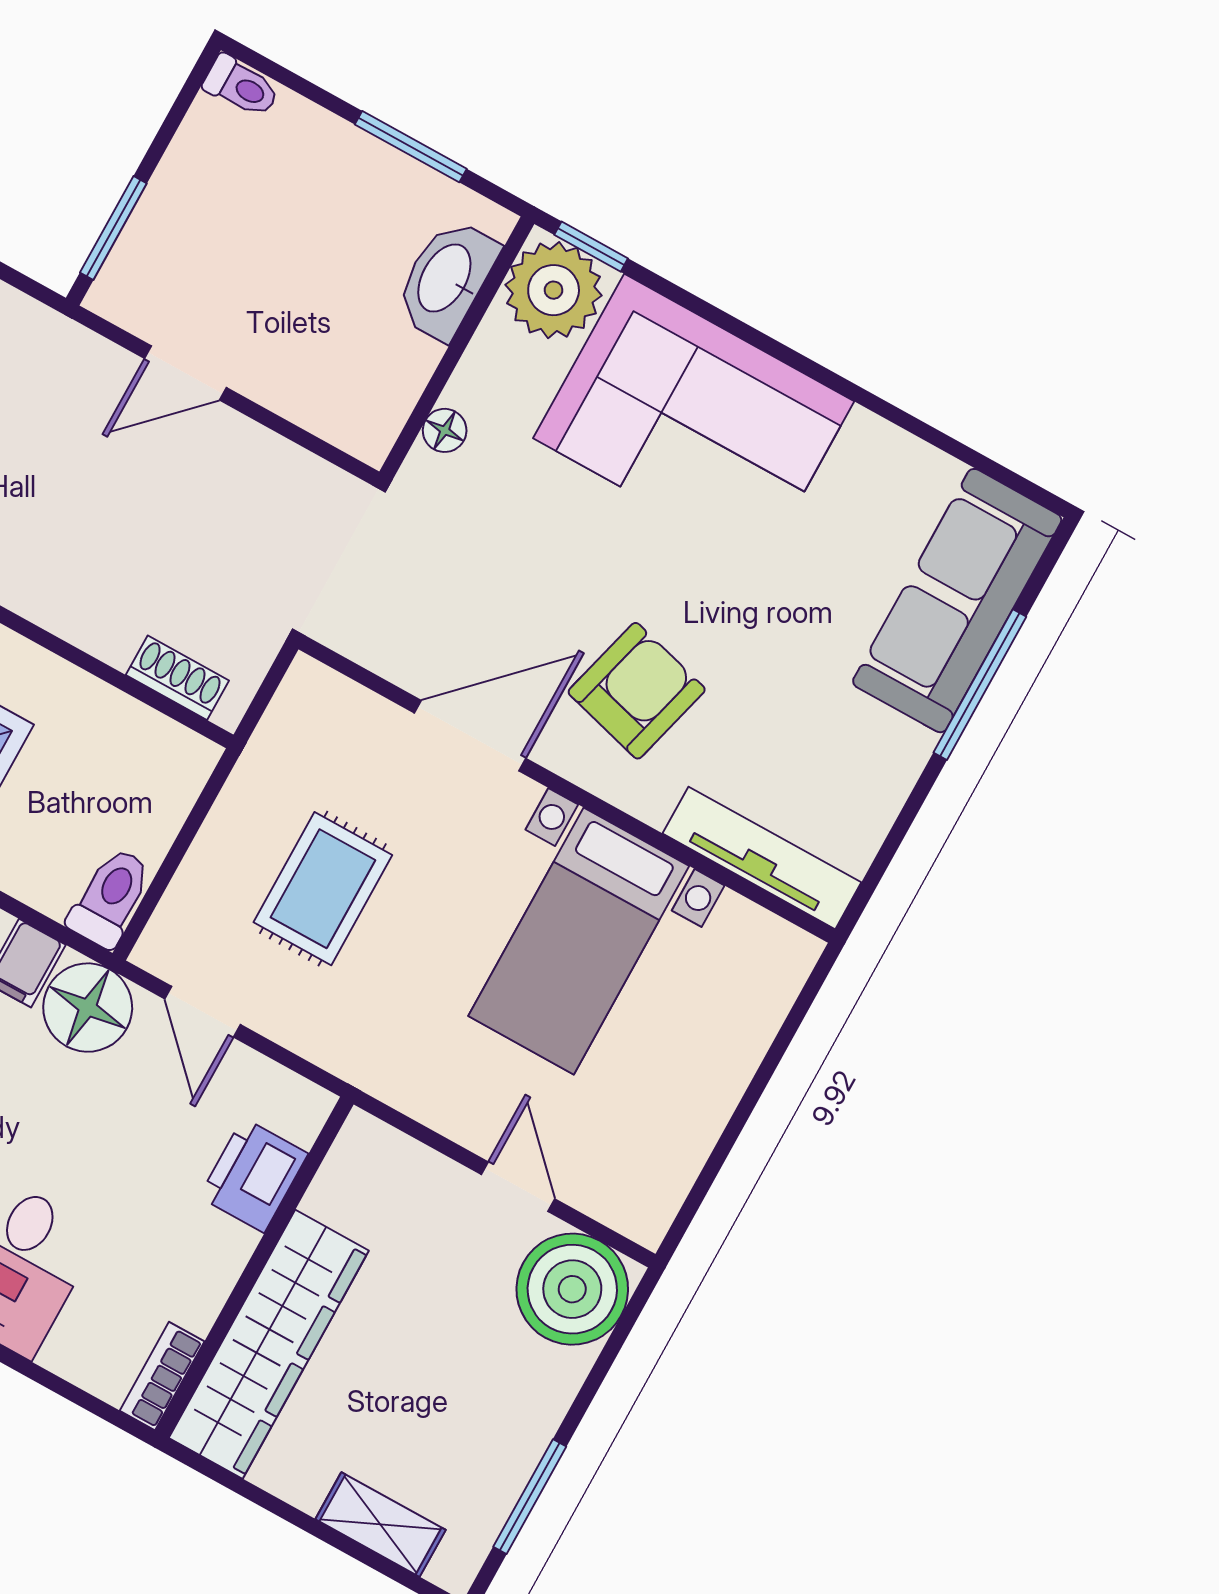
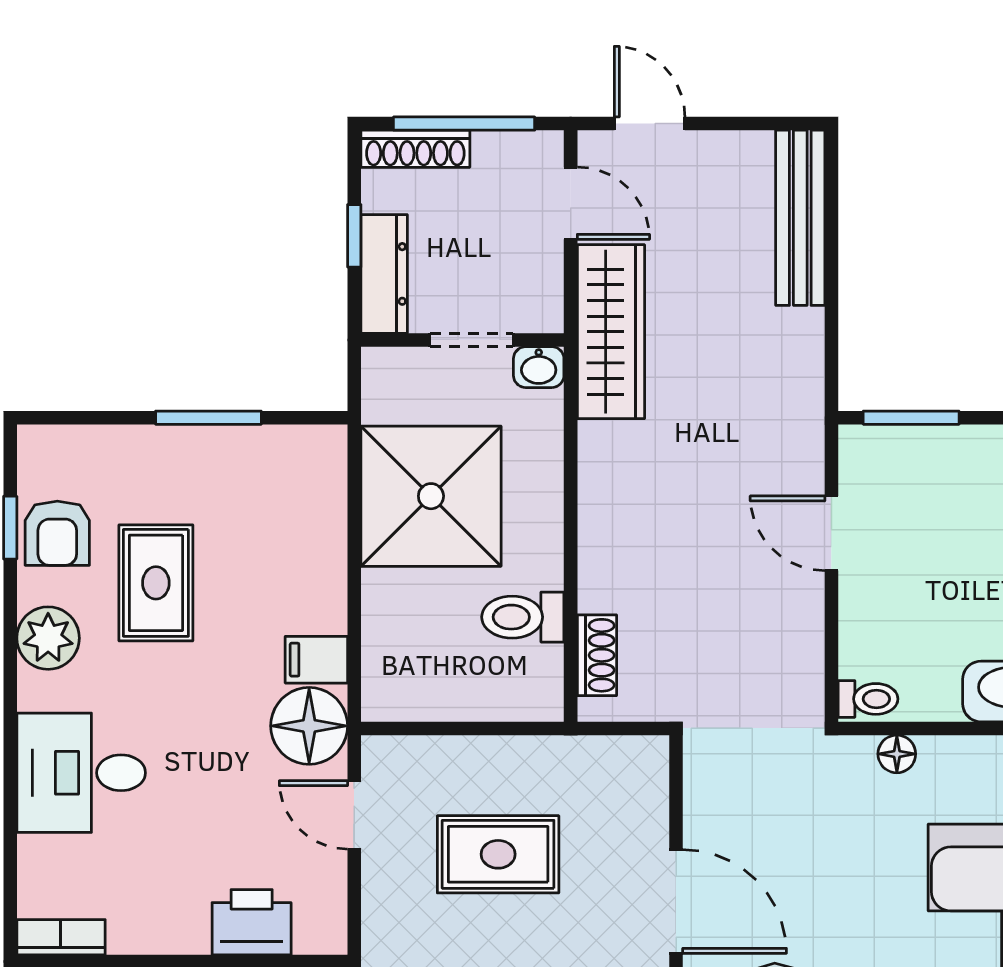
toilet: (373, 429) -> (868, 699), added
toilet: (110, 898) -> (523, 617), moved, turned 180
door: (203, 1012) -> (354, 815), hinge flipped

